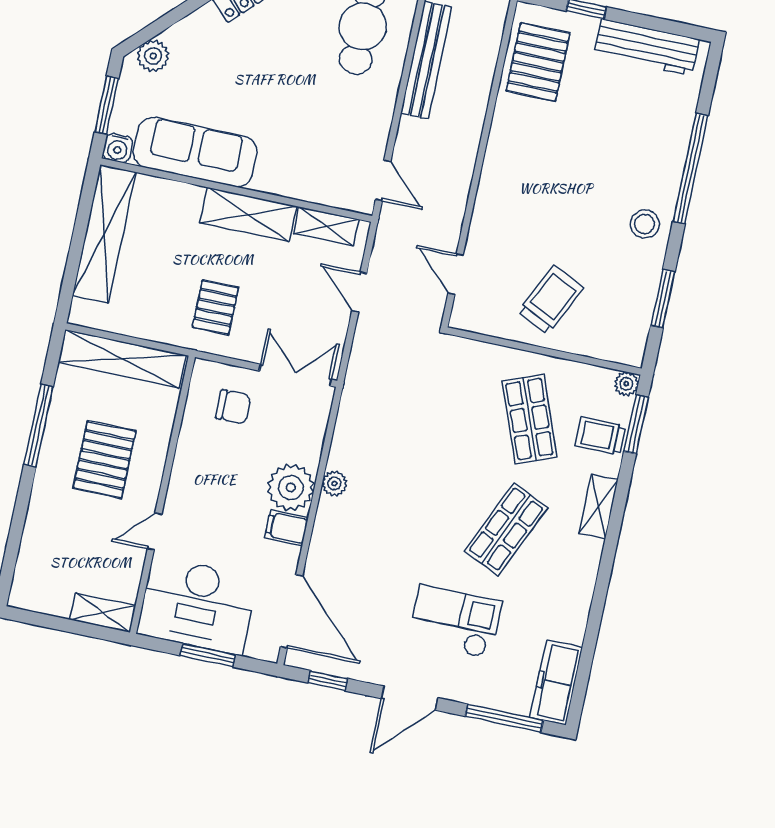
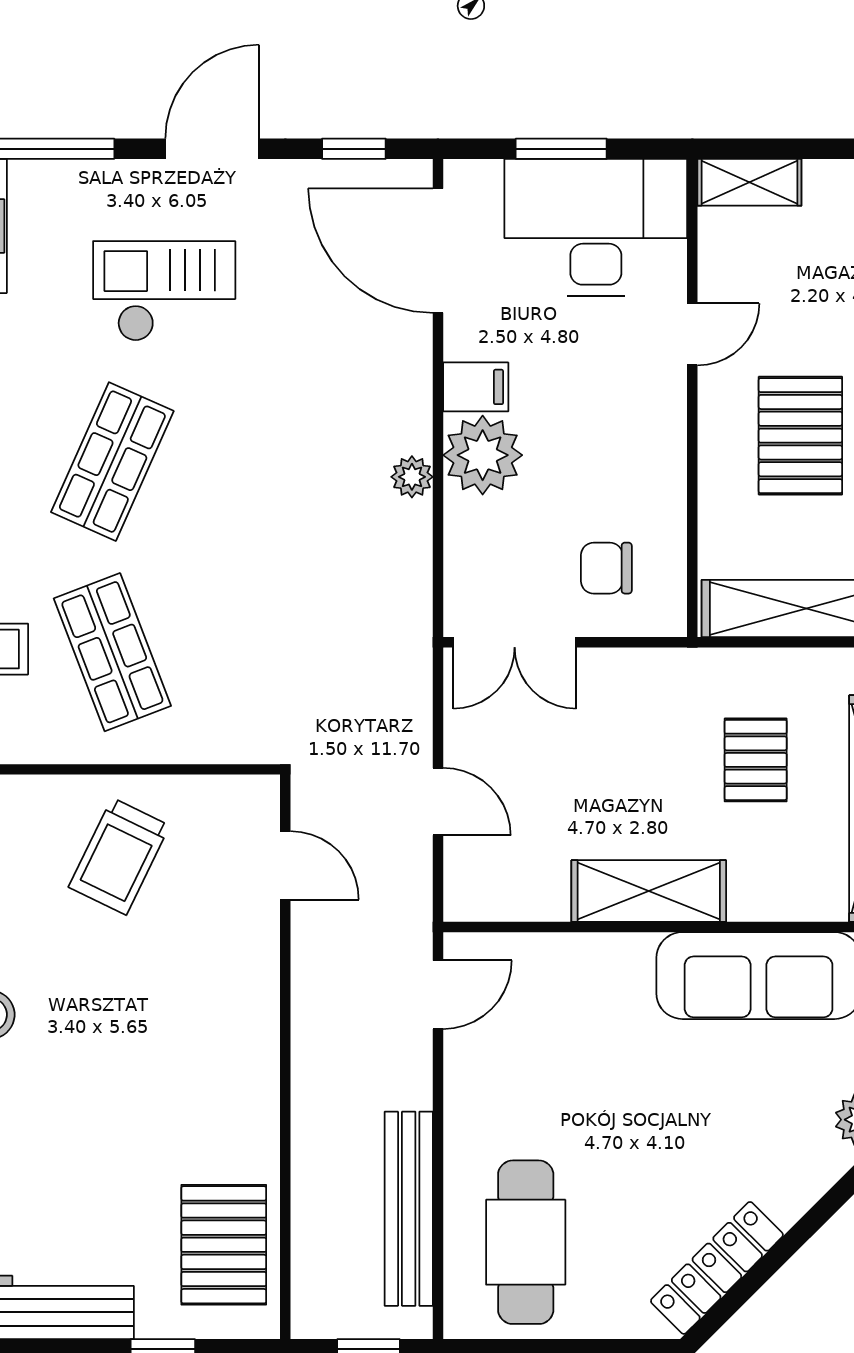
door: (383, 180) -> (438, 995), swing flipped
shelving: (326, 226) -> (516, 899), removed
pallet: (215, 307) -> (756, 760), moved
checkout: (455, 622) -> (164, 291), turned 180

